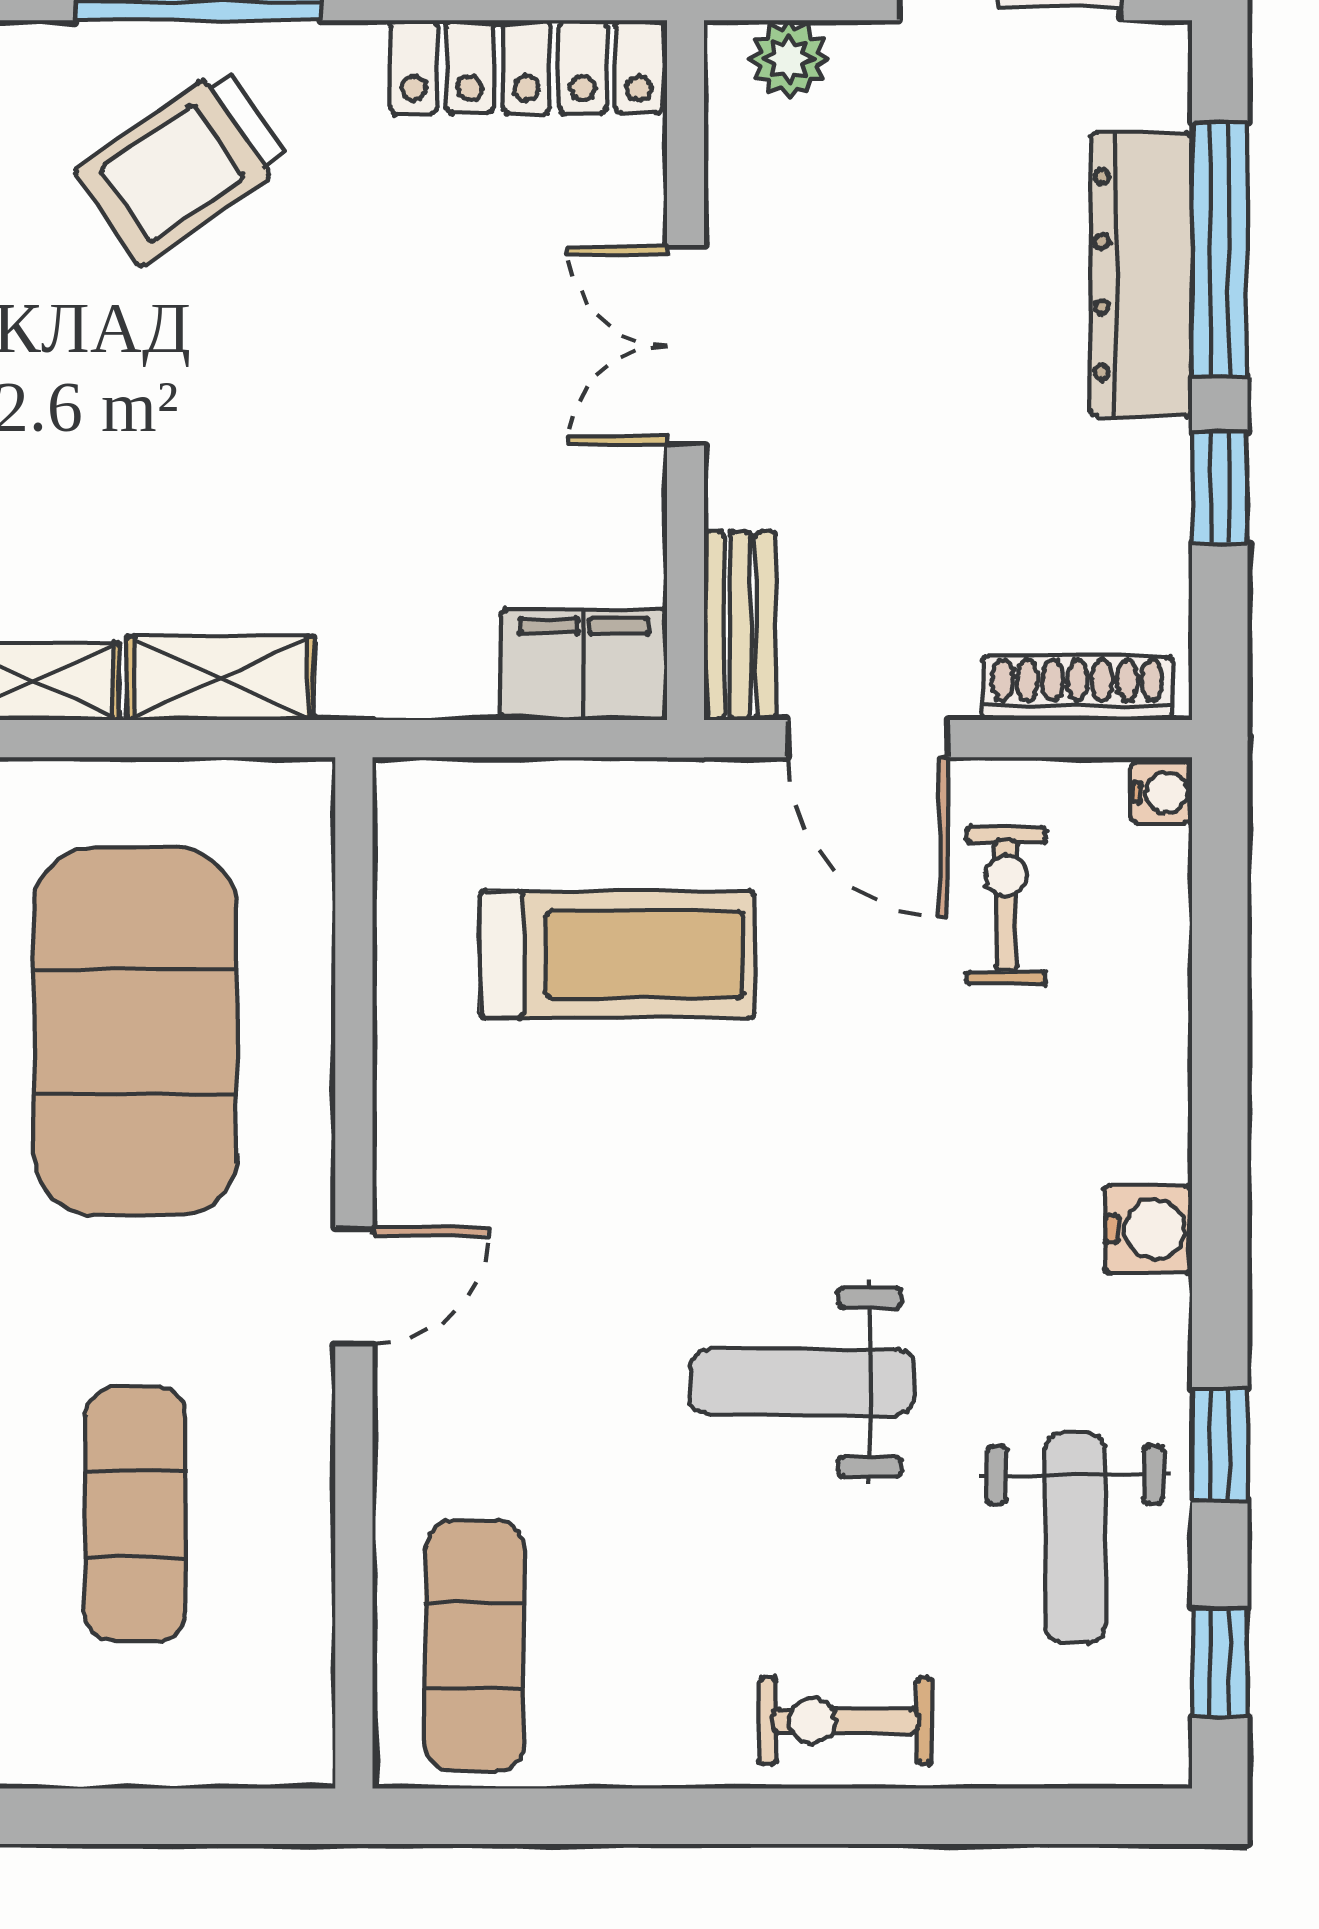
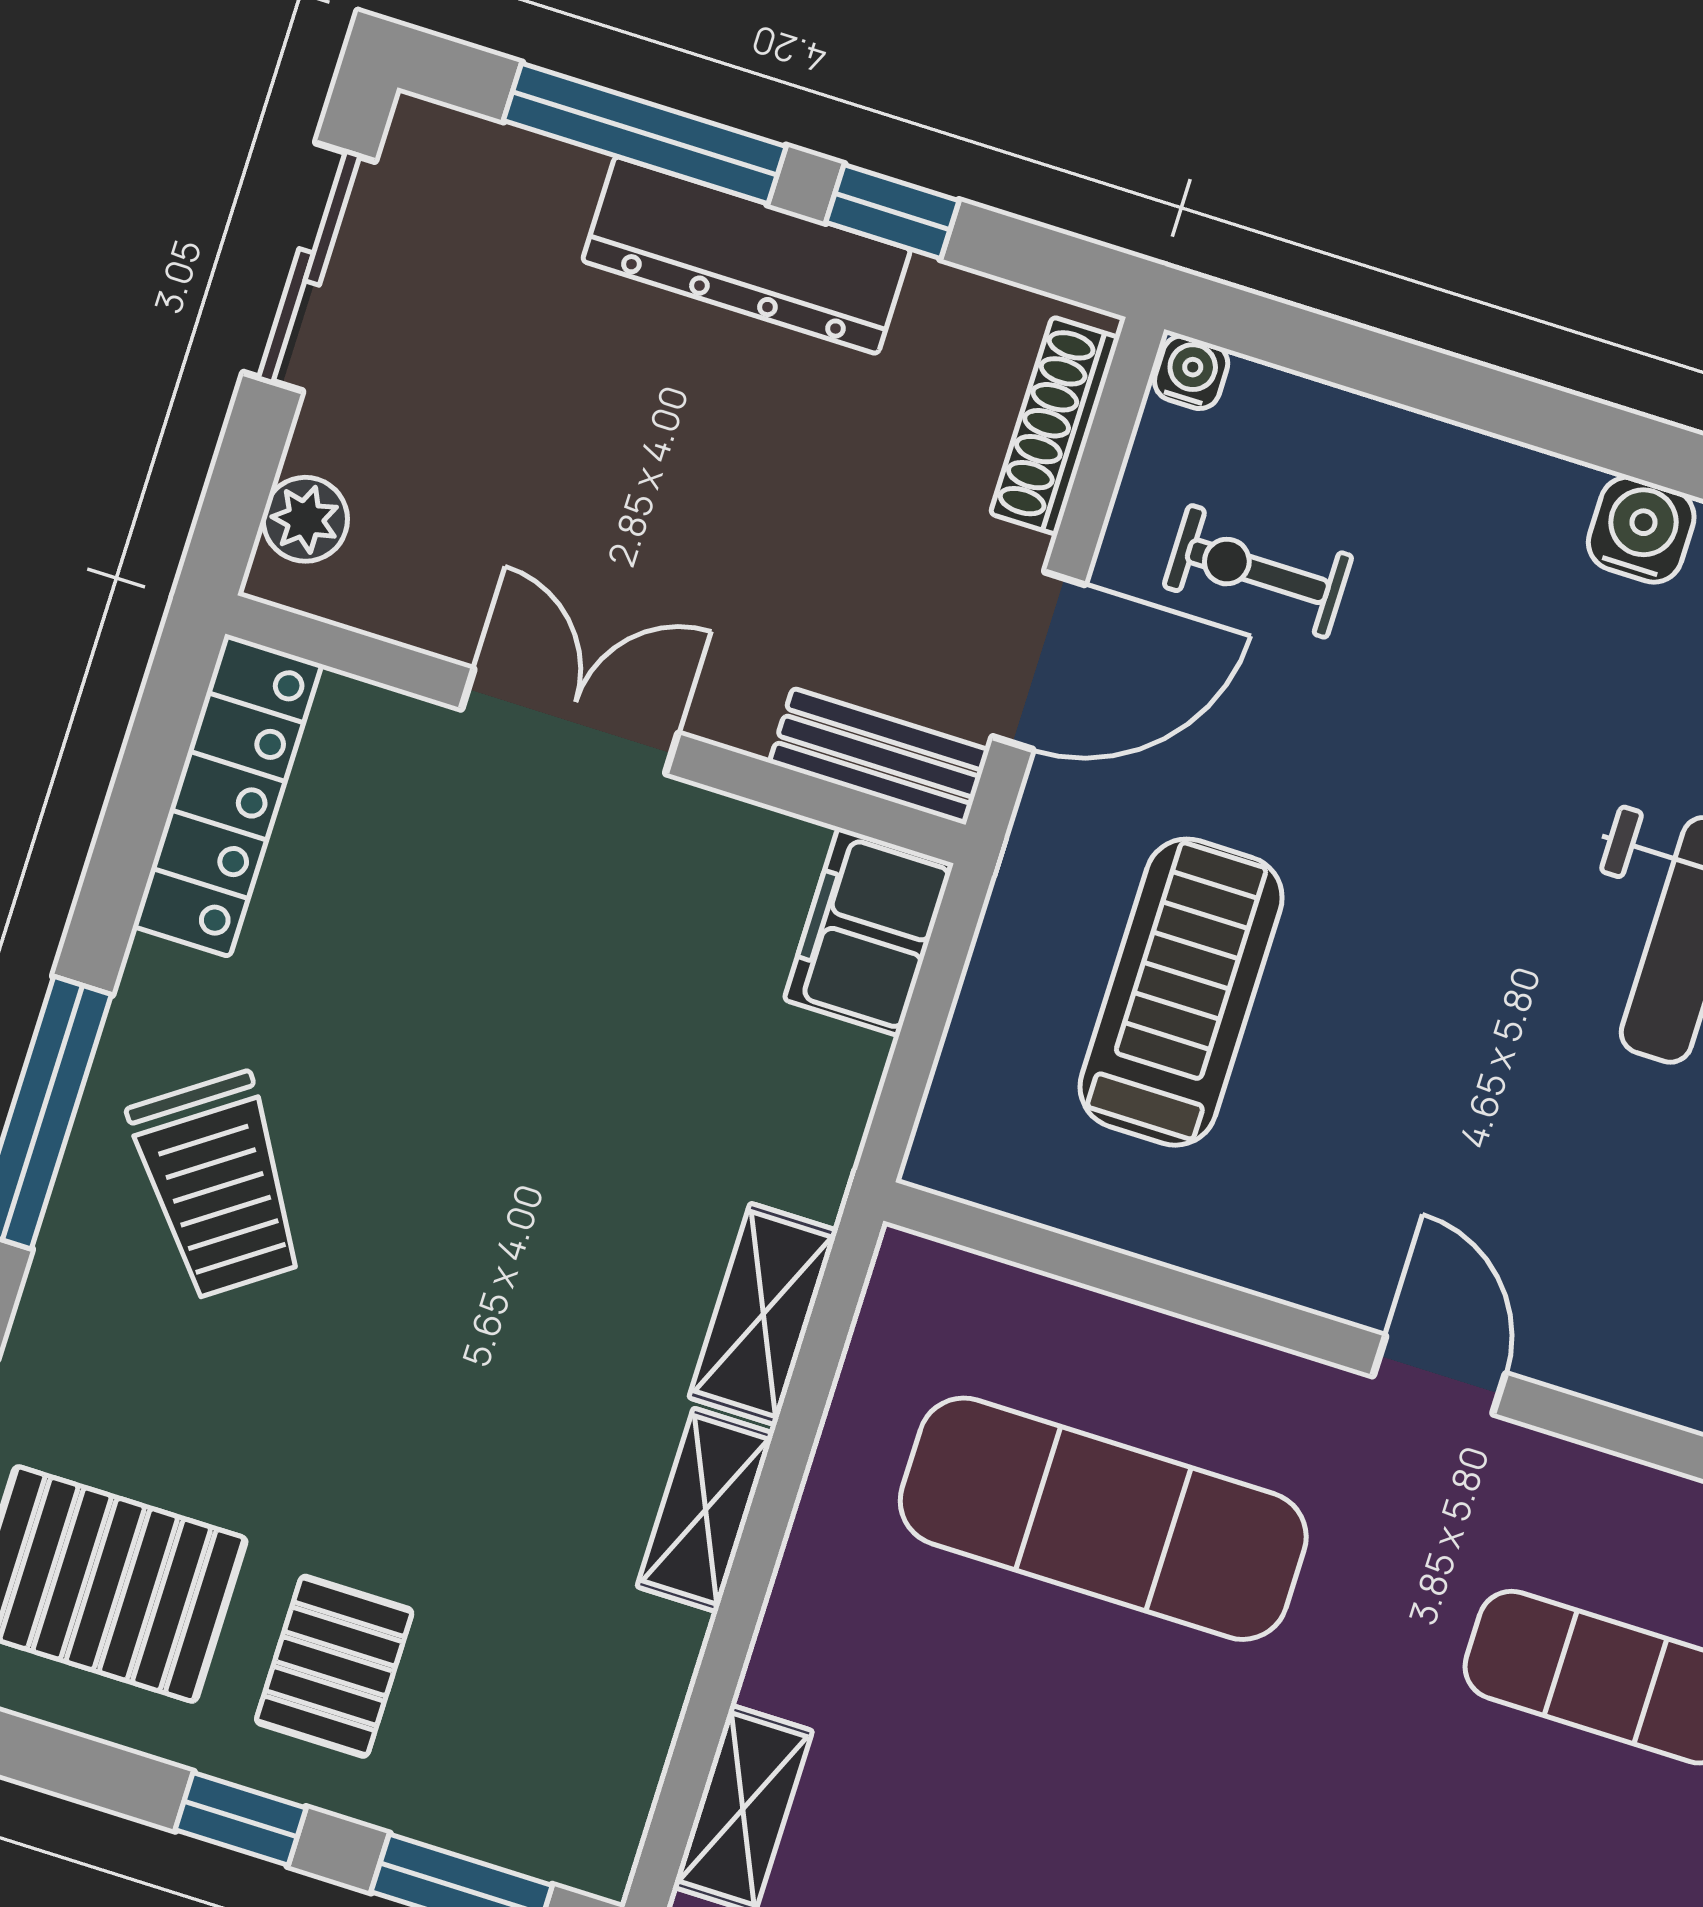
dresser: (1141, 274) -> (746, 255), moved
double door: (685, 345) -> (570, 721), swing flipped
exercise mat: (135, 1031) -> (1103, 1519), width x0.68

